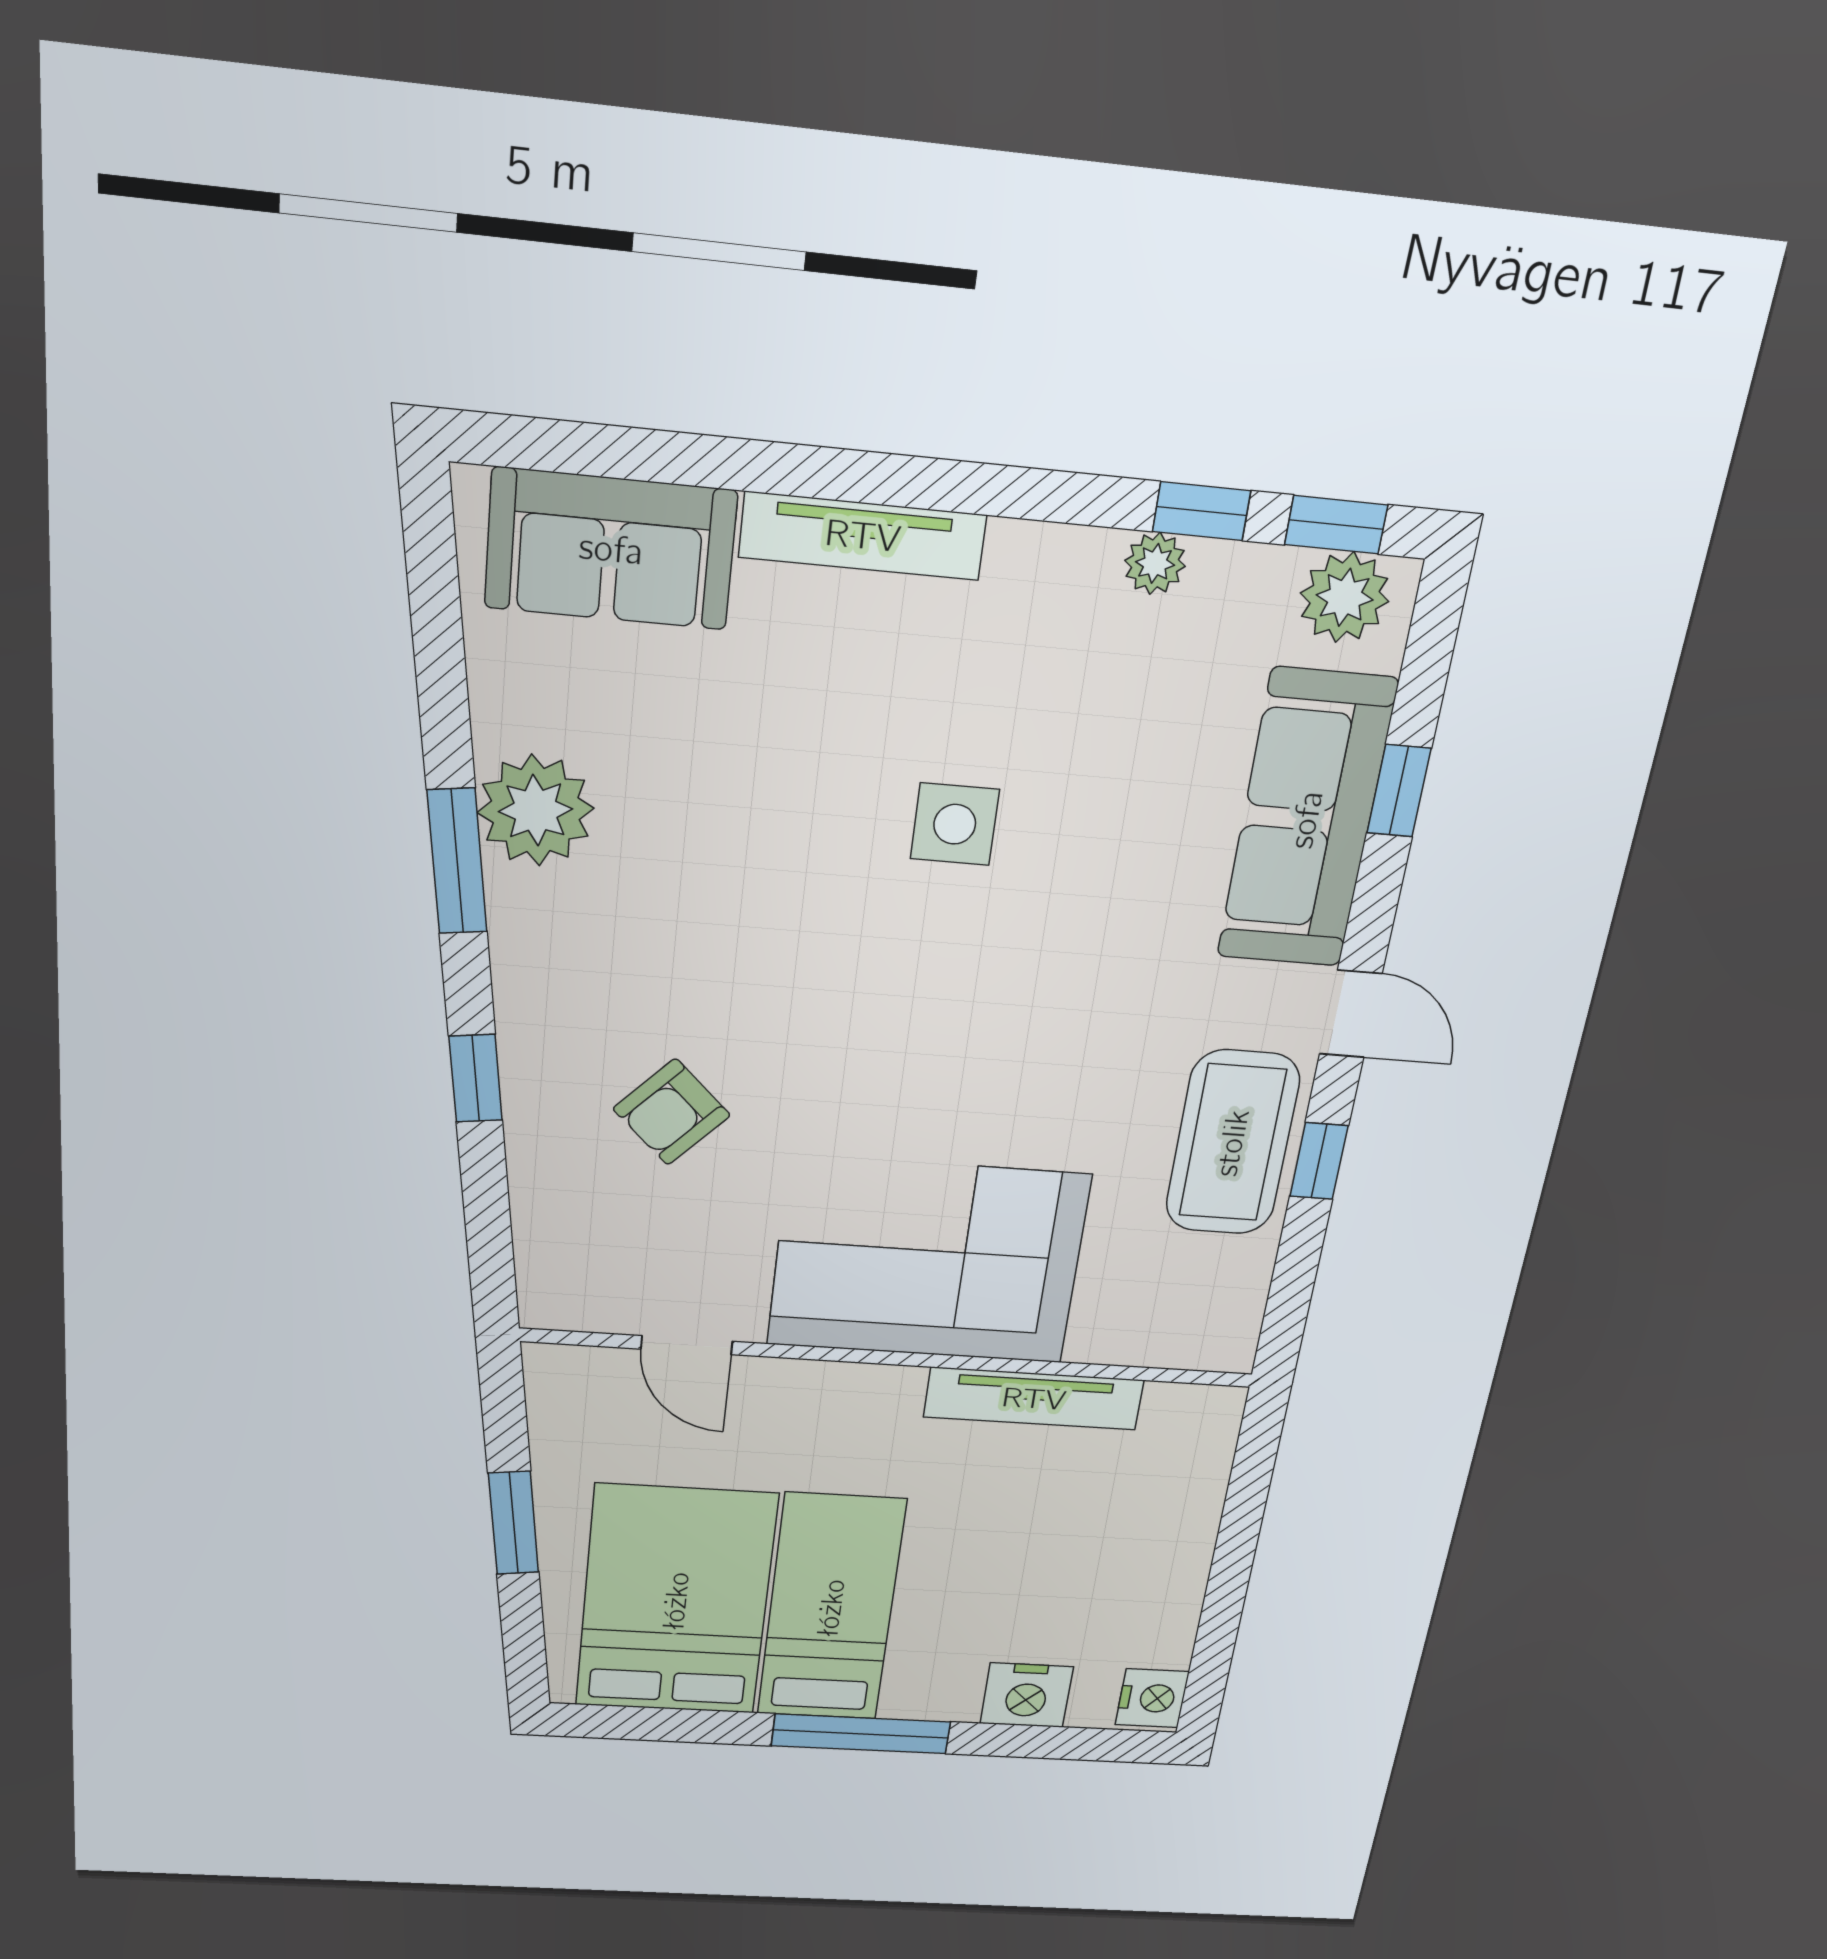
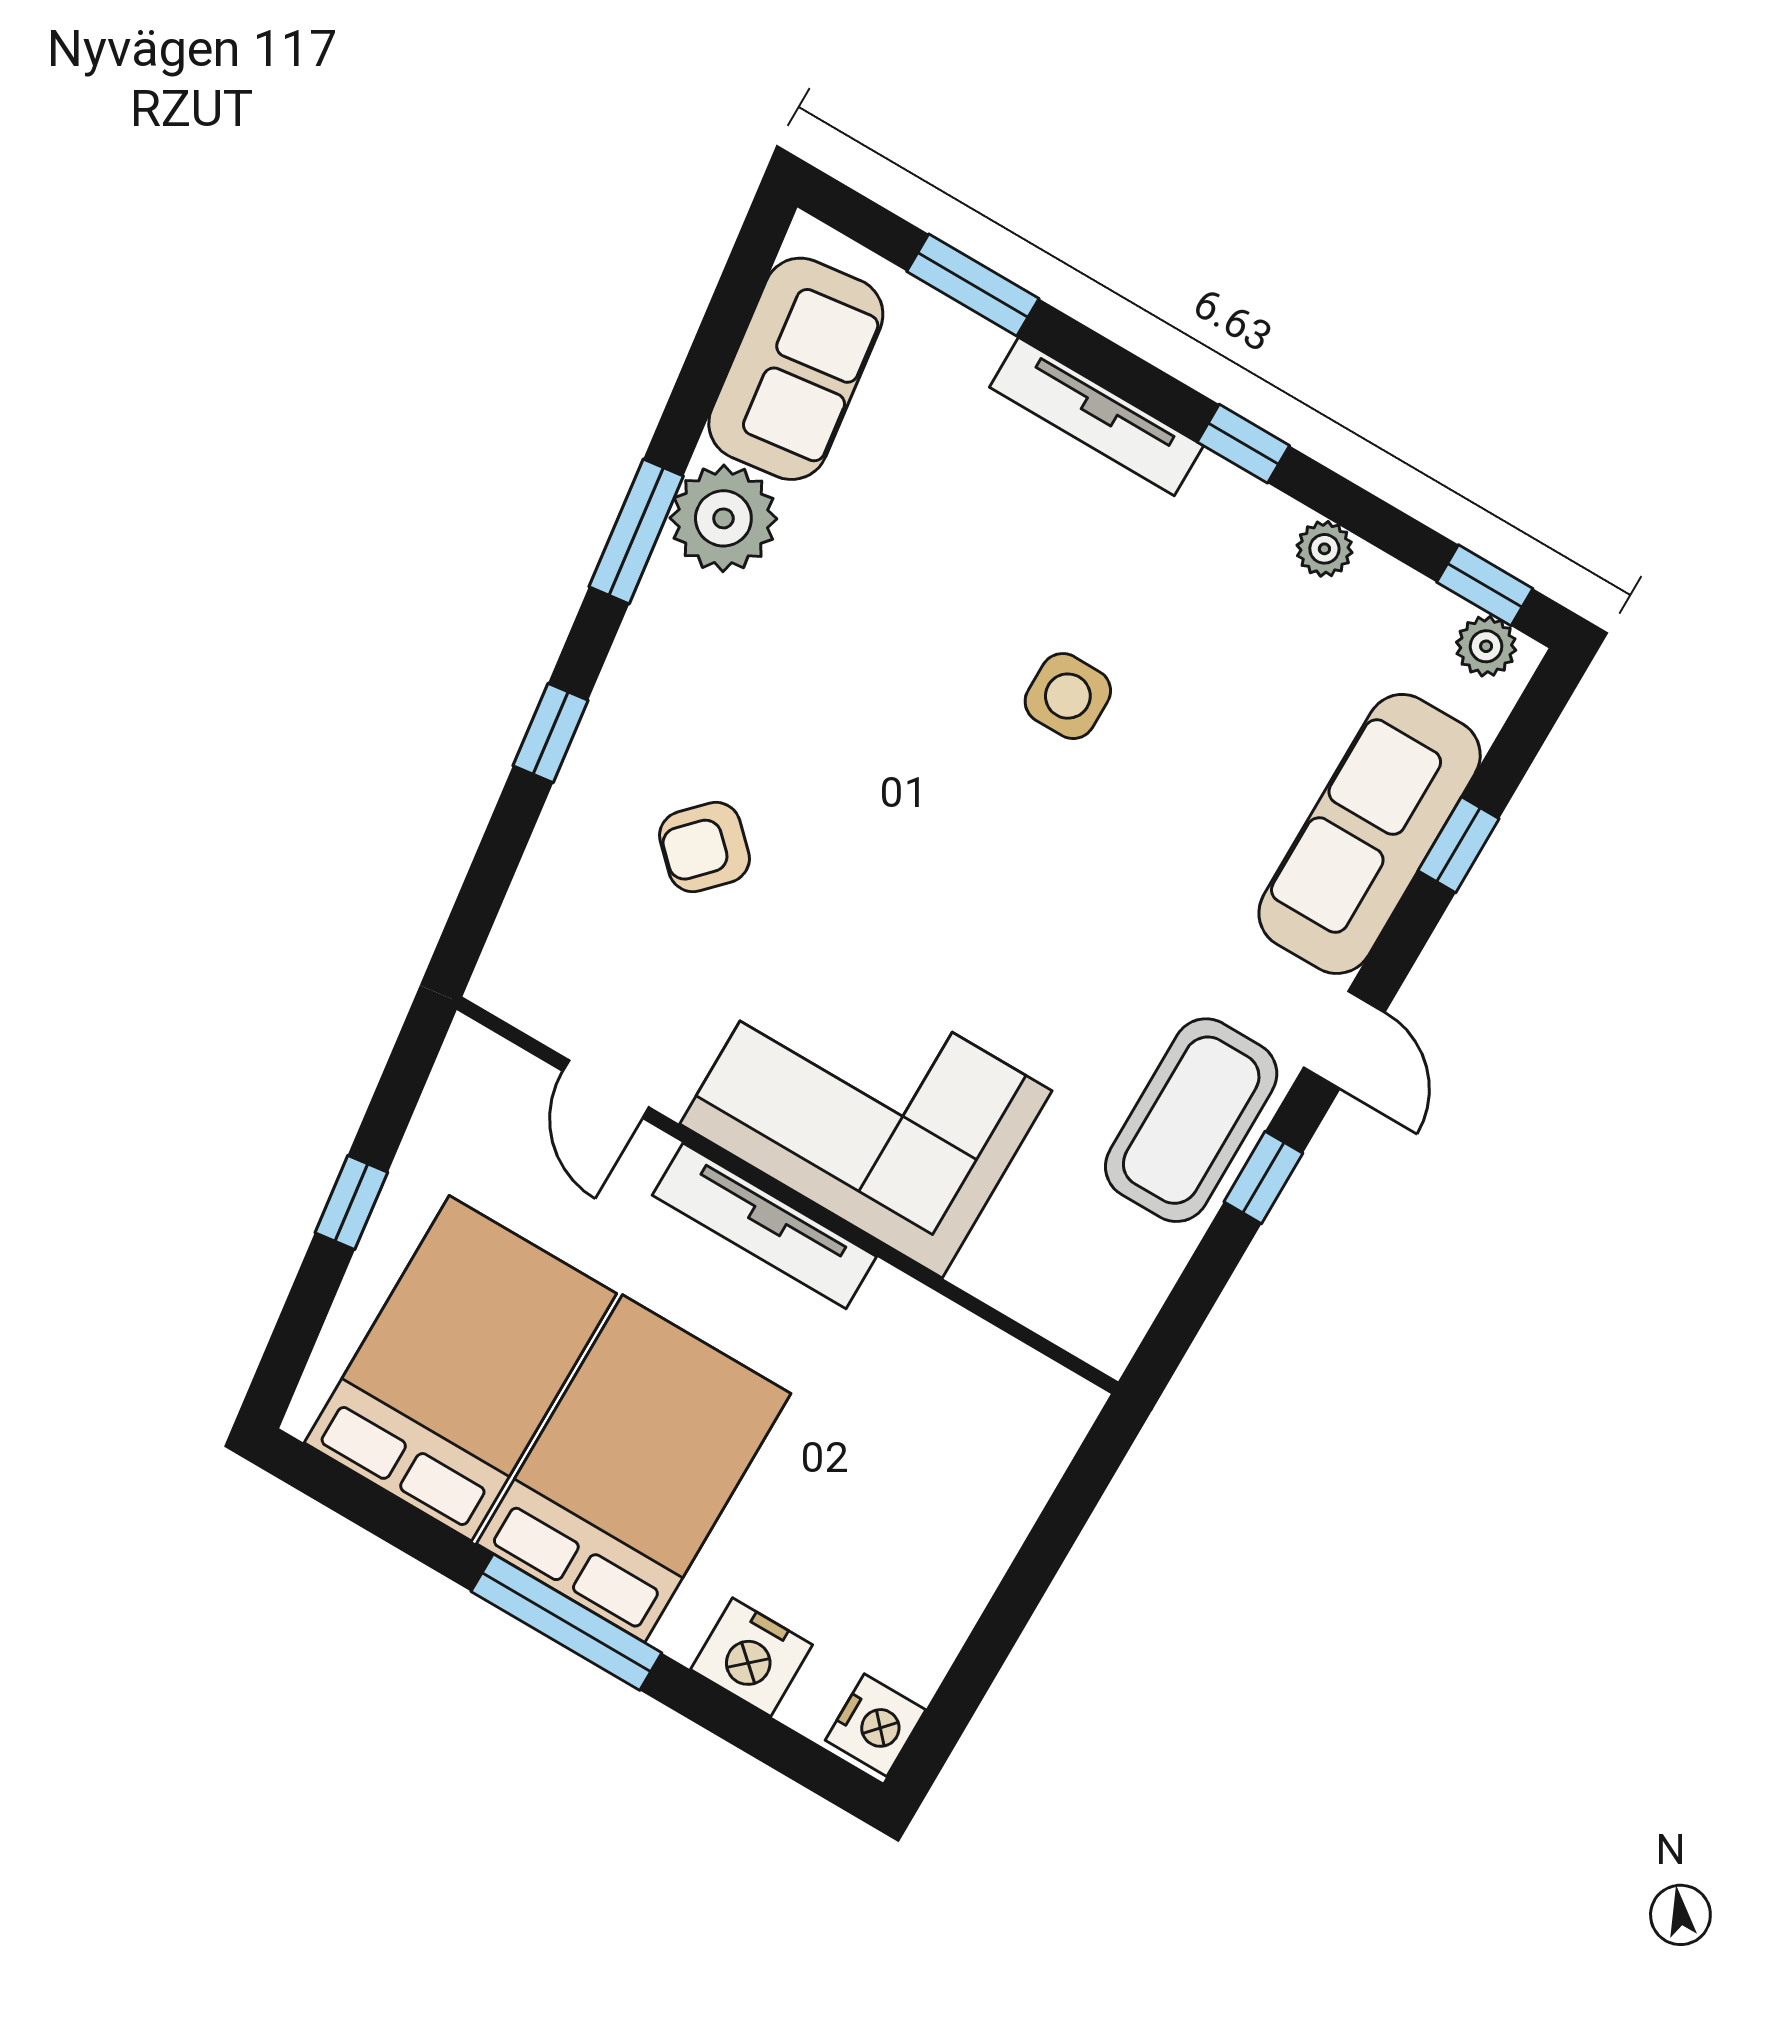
window: (671, 458) -> (973, 285), added
window: (1202, 511) -> (1243, 444), moved
sofa: (611, 549) -> (796, 369), moved, turned -97
plant: (1345, 597) -> (1486, 646), width x0.73, depth x0.73
tv unit: (1034, 1399) -> (764, 1226), moved
window: (514, 1523) -> (351, 1203), width x0.67
bed: (831, 1608) -> (634, 1469), width x1.50

